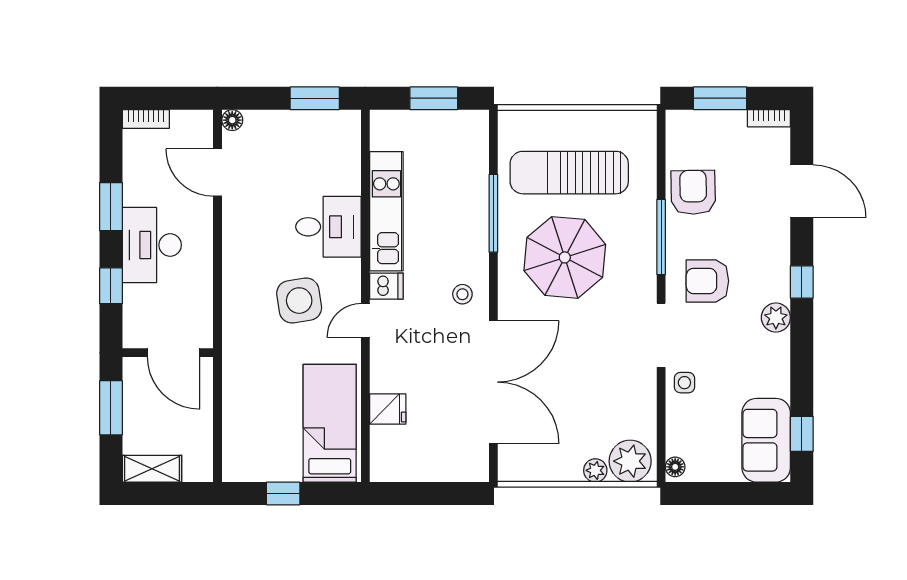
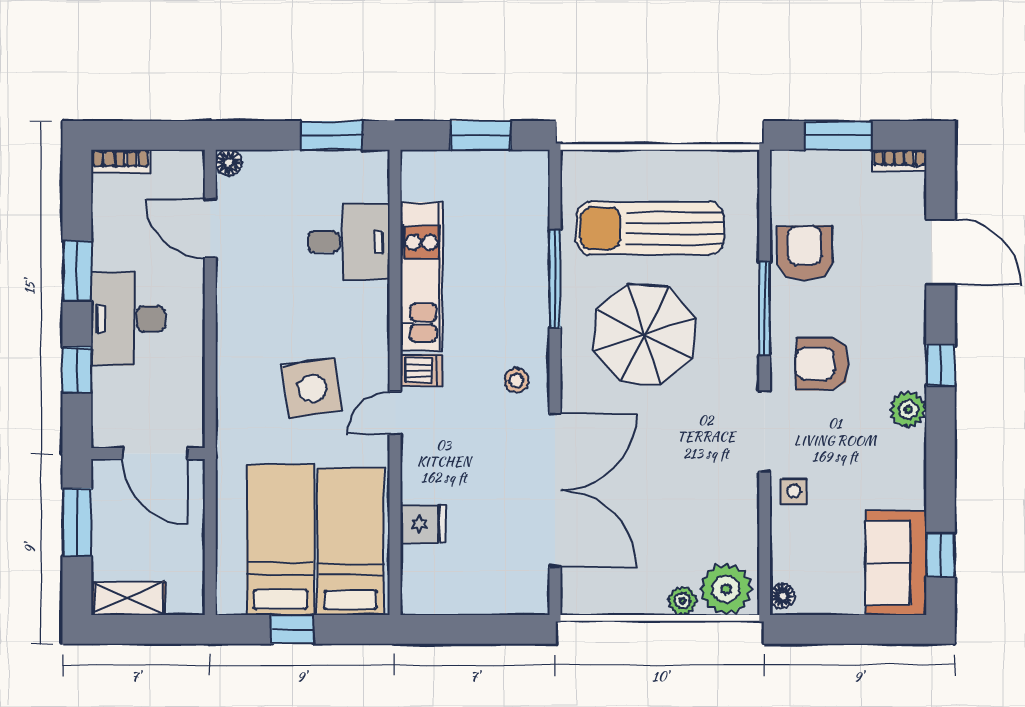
desk: (328, 227) -> (349, 242), moved
bed: (274, 422) -> (281, 540), added

